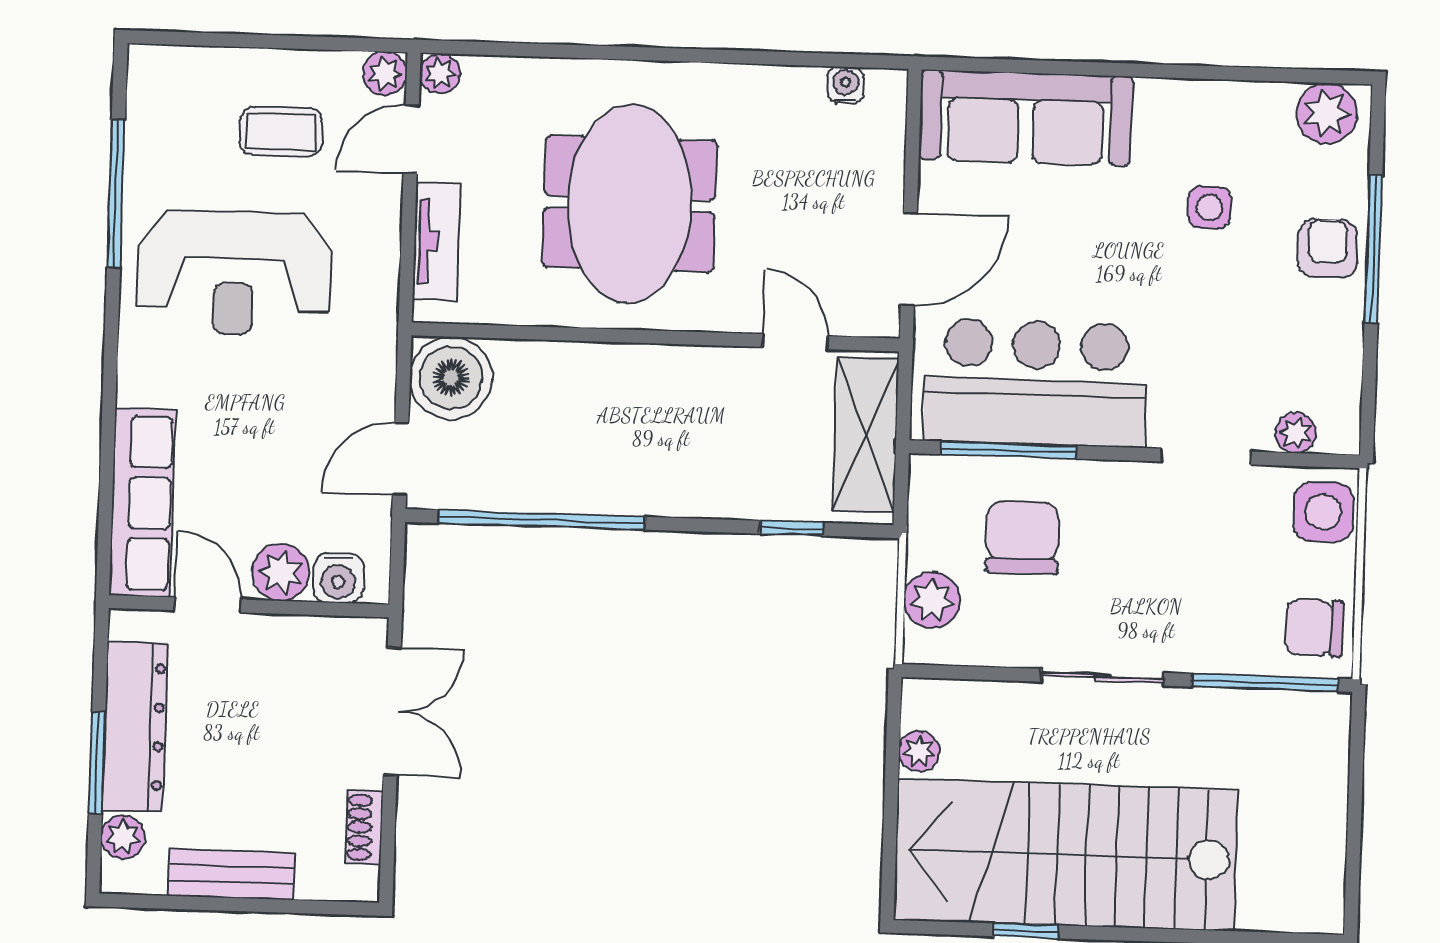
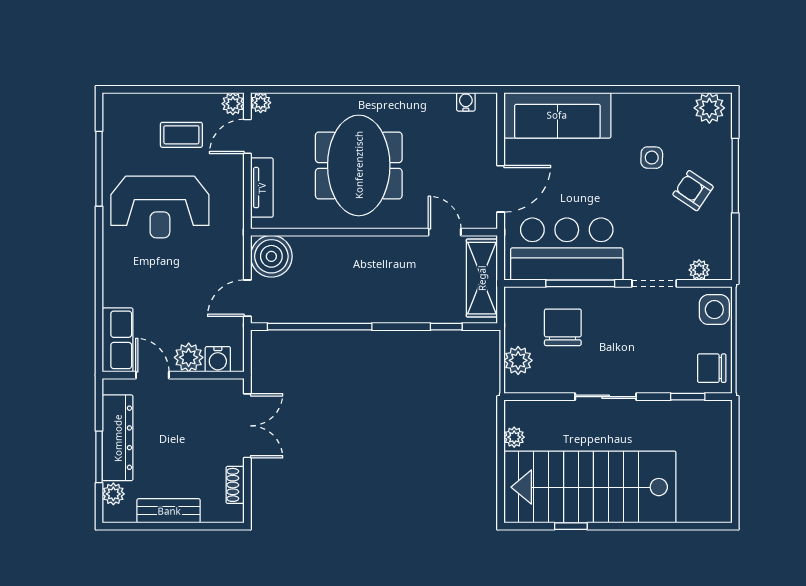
armchair: (1328, 248) -> (693, 191), moved, turned -55
window: (1008, 450) -> (580, 283), moved
row of seats: (142, 503) -> (118, 340), width x0.68
window: (1265, 683) -> (688, 397), width x0.46

